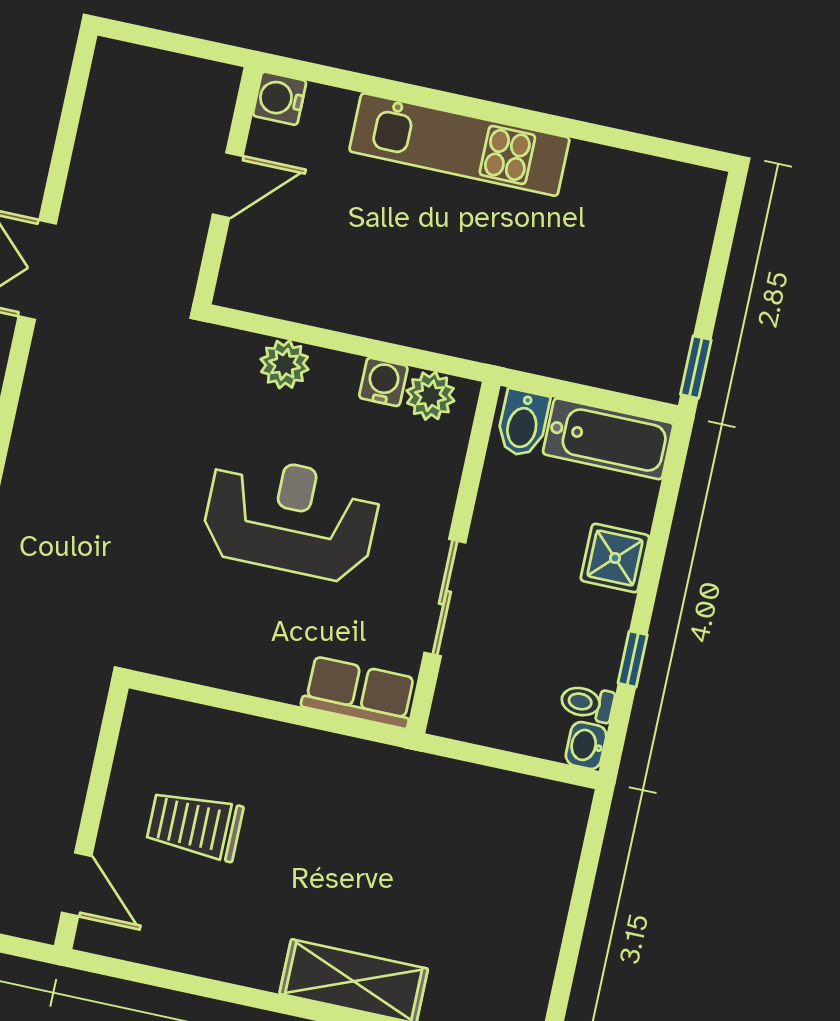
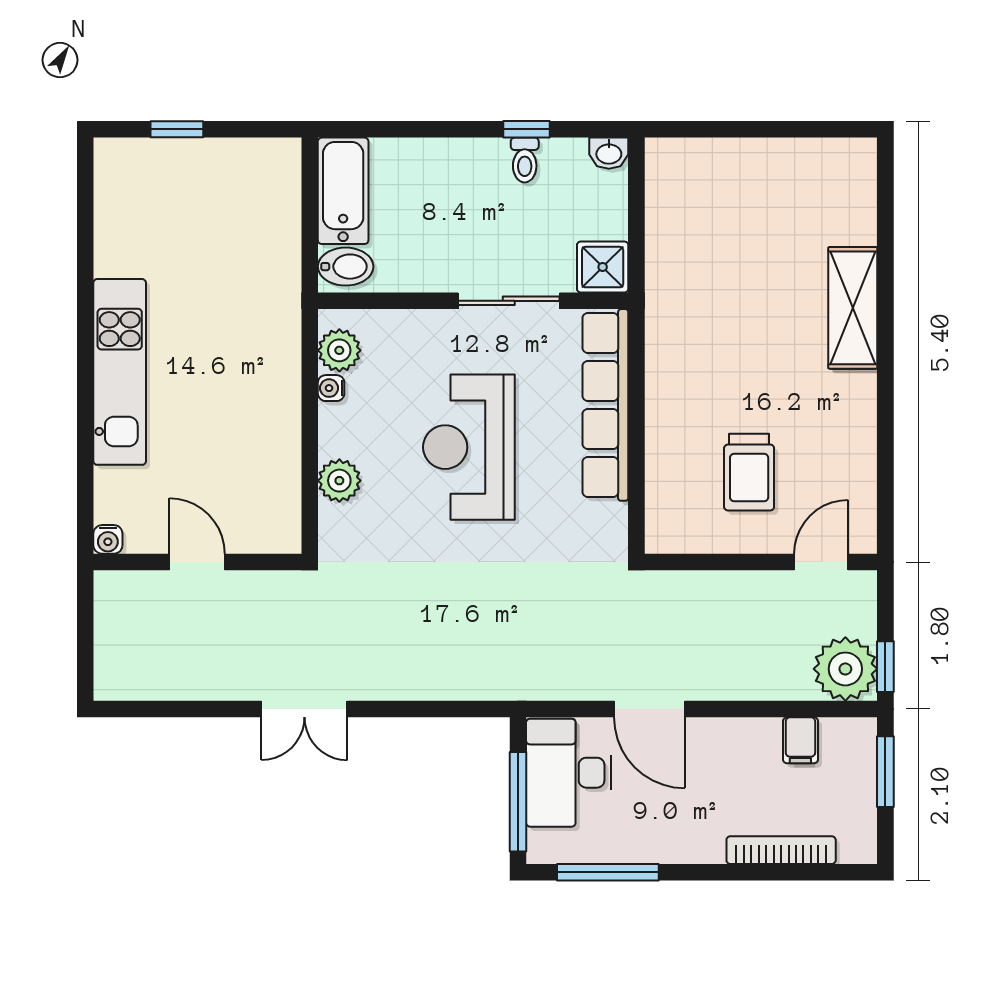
water cooler: (280, 98) -> (108, 539), width x0.72, depth x0.72
window: (696, 367) -> (177, 129), moved
water cooler: (383, 382) -> (331, 388), width x0.72, depth x0.72
shower: (615, 558) -> (603, 267), moved
row of seats: (359, 692) -> (605, 405), width x2.02
toilet: (587, 703) -> (525, 160), moved

